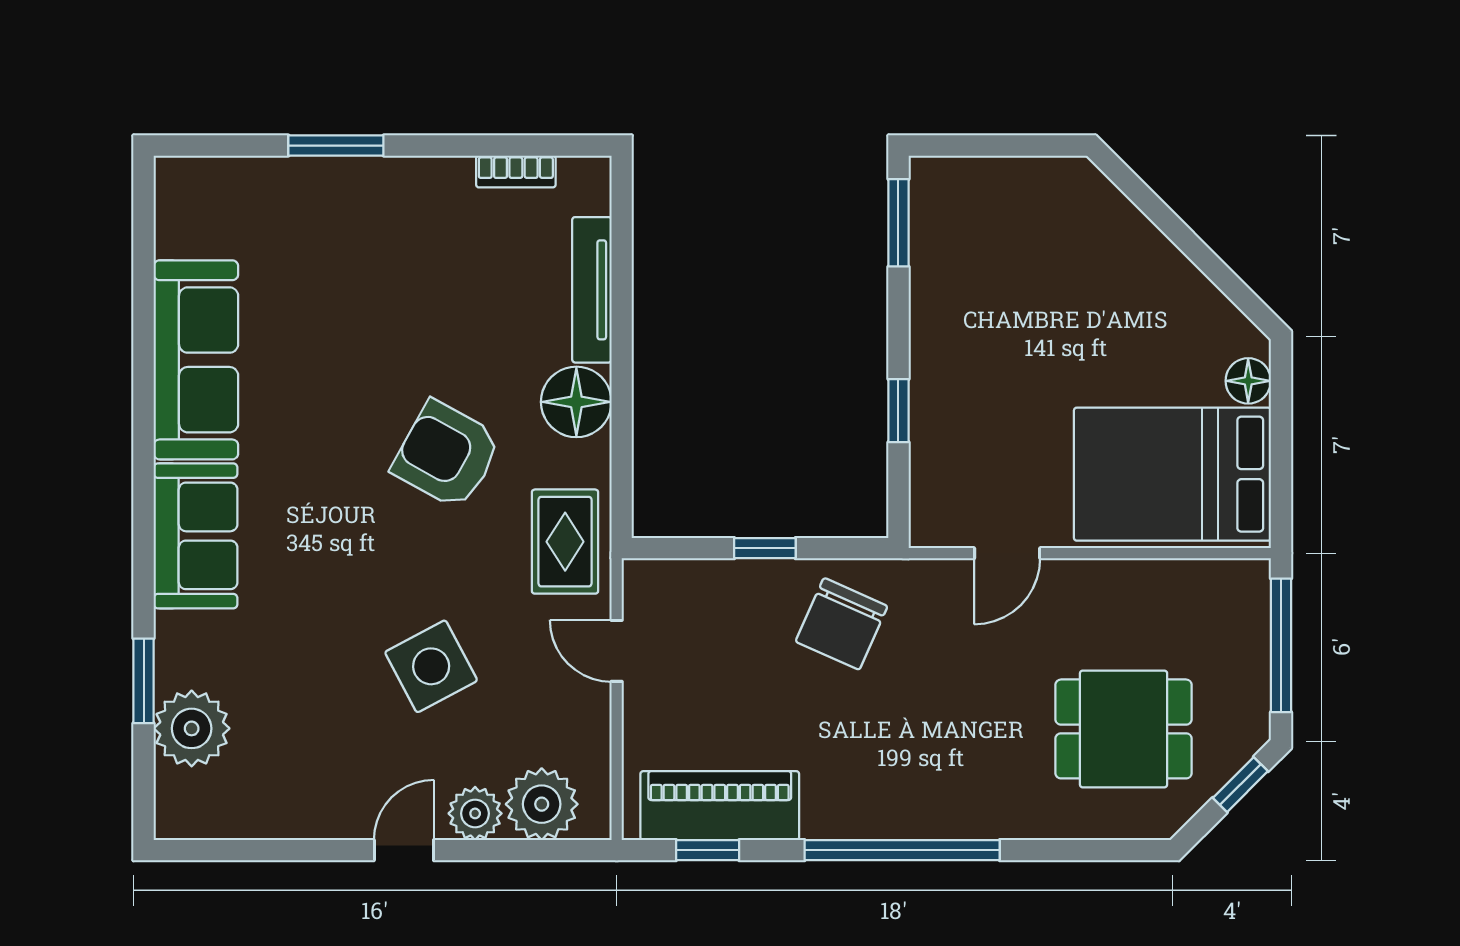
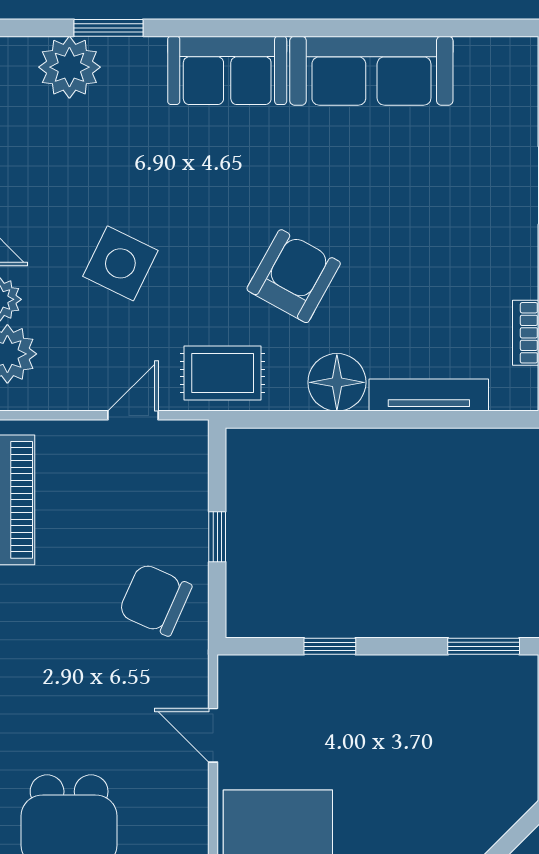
side table: (431, 666) -> (120, 263), turned -36

